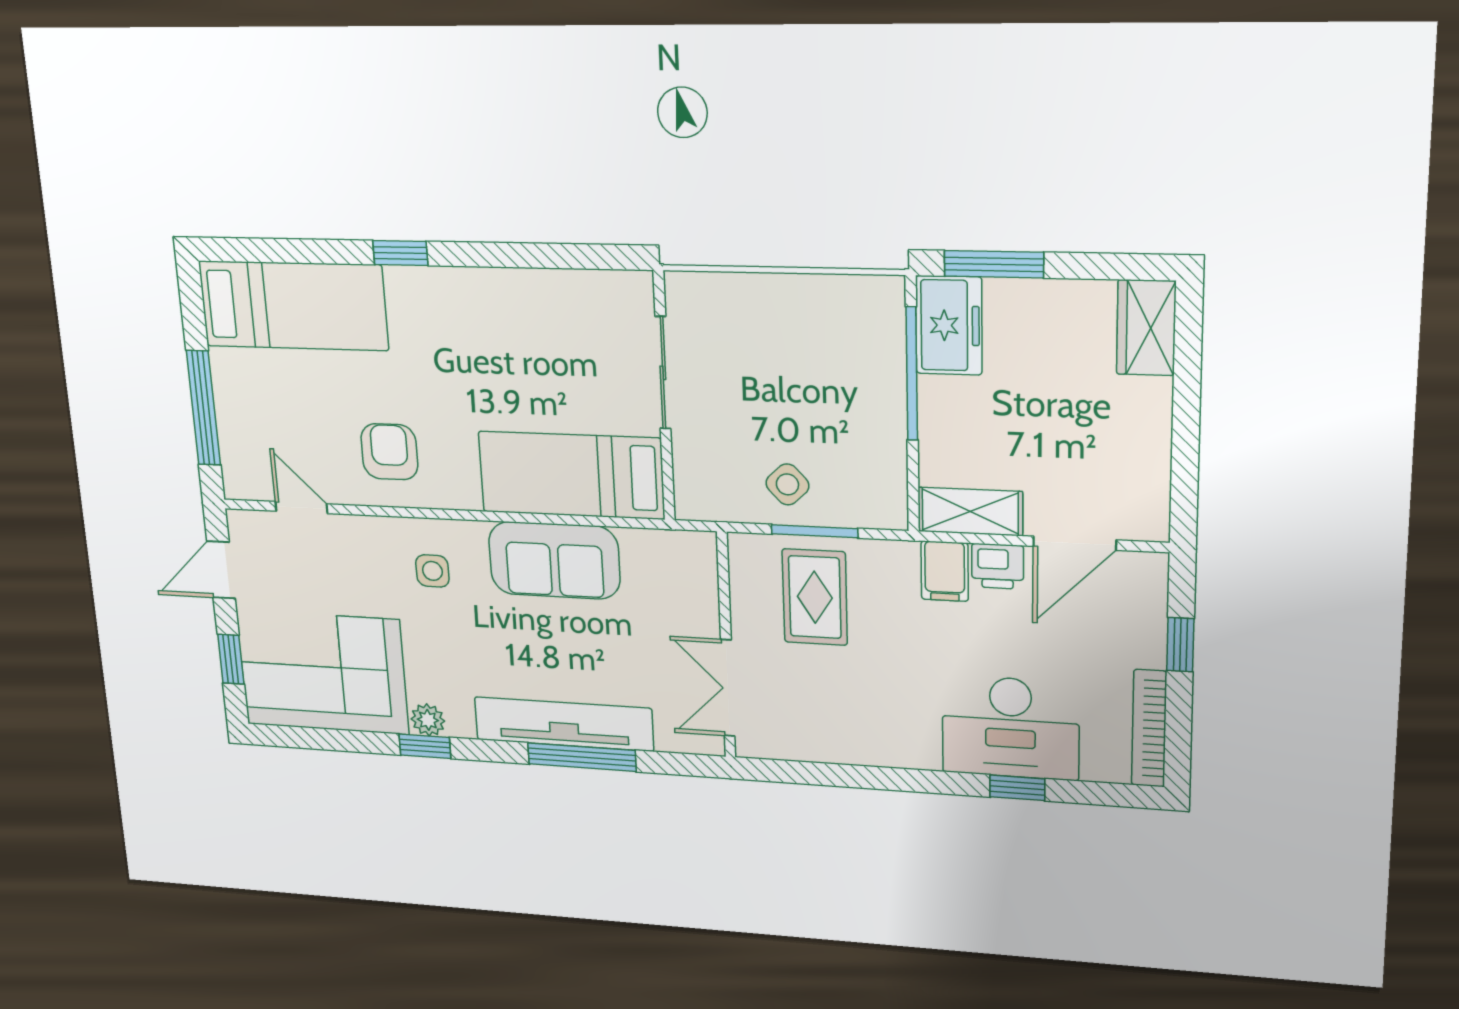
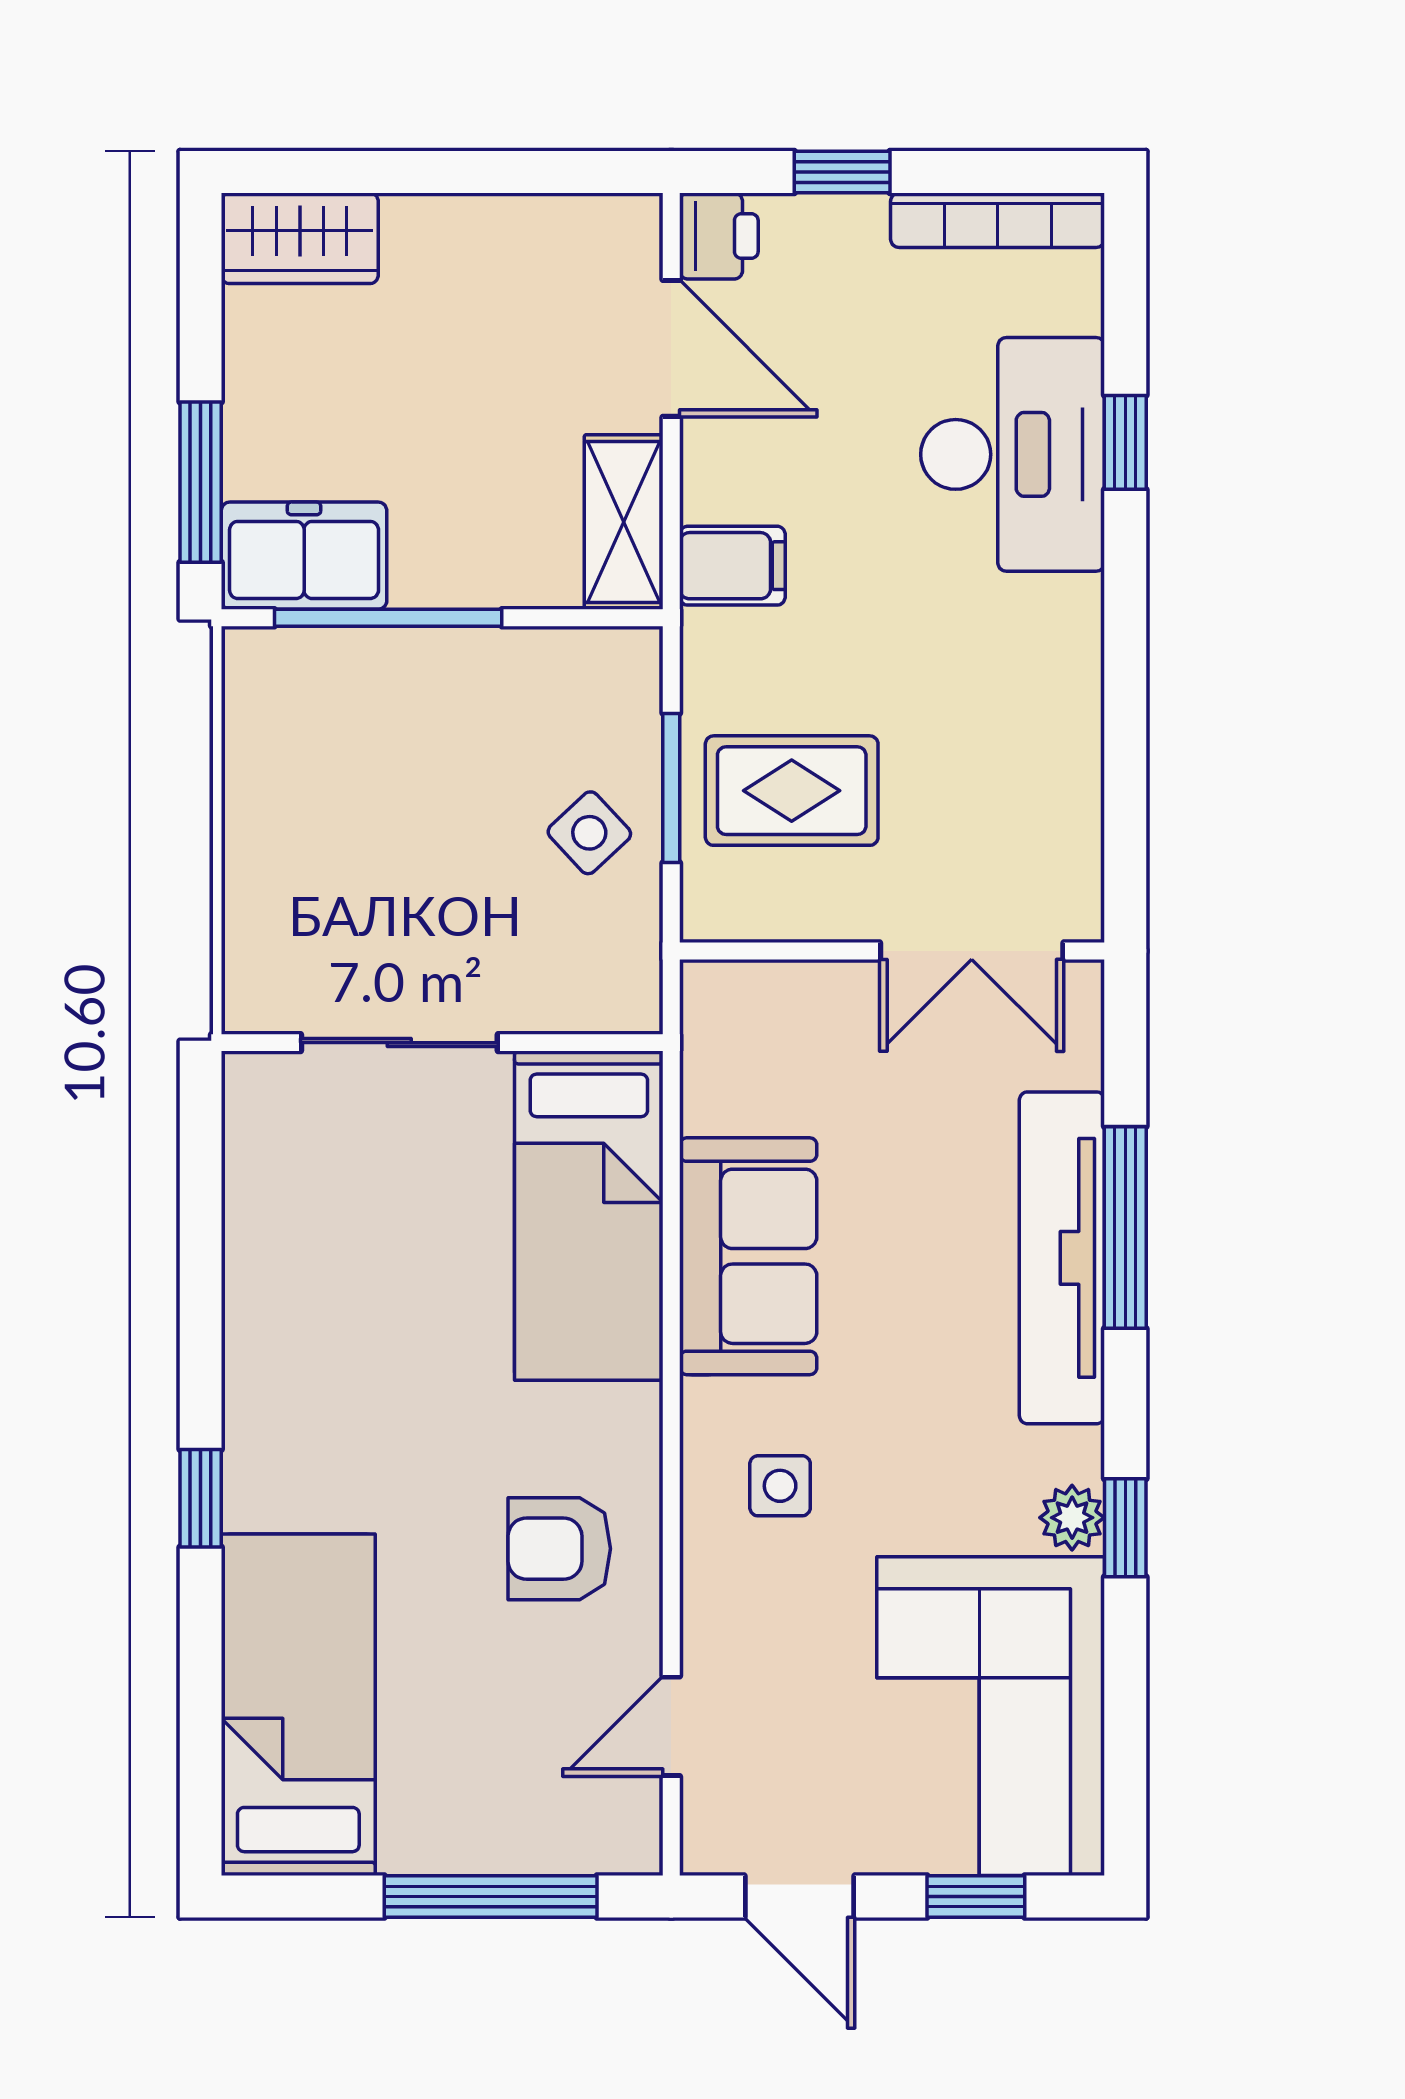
printer: (998, 566) -> (719, 236), moved

